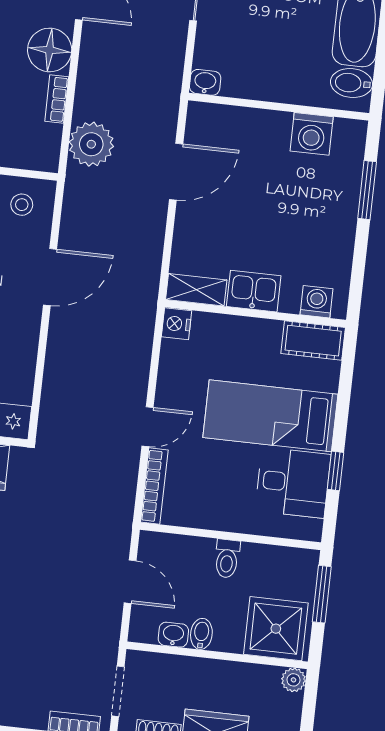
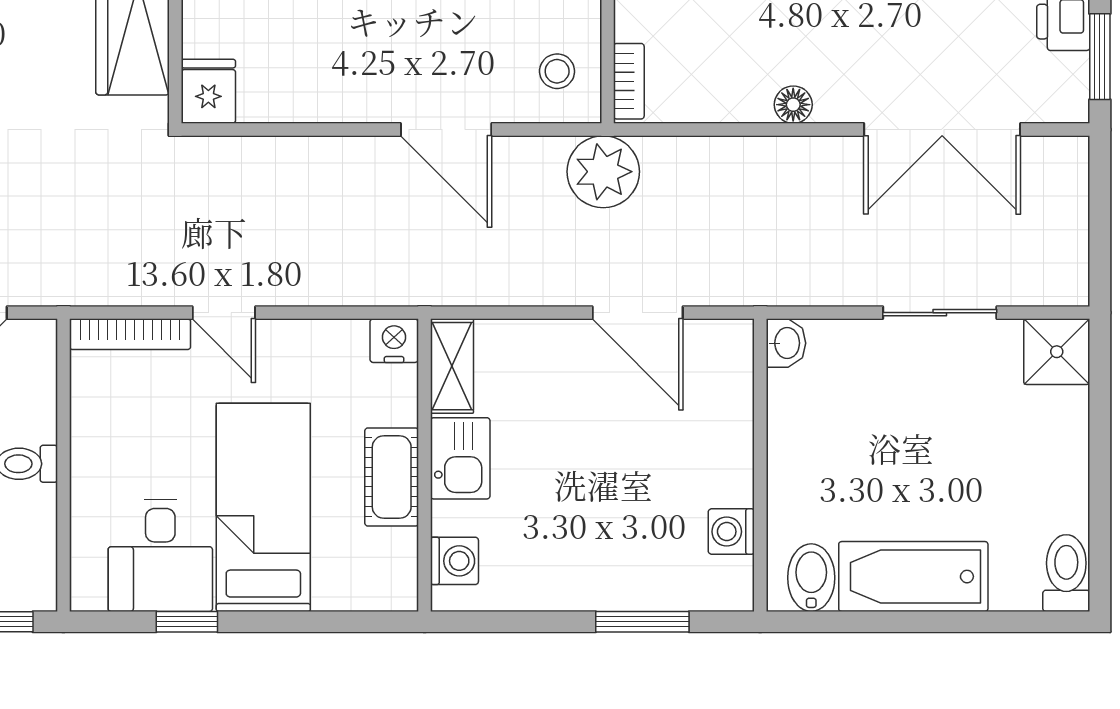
floor lamp: (50, 50) -> (793, 105), width x0.53, depth x0.53
bookcase: (57, 99) -> (629, 81), moved, turned 90
washing machine: (312, 134) -> (731, 532), width x0.73, depth x0.73
plant: (91, 144) -> (603, 172), moved
cot: (313, 341) -> (392, 477), moved

